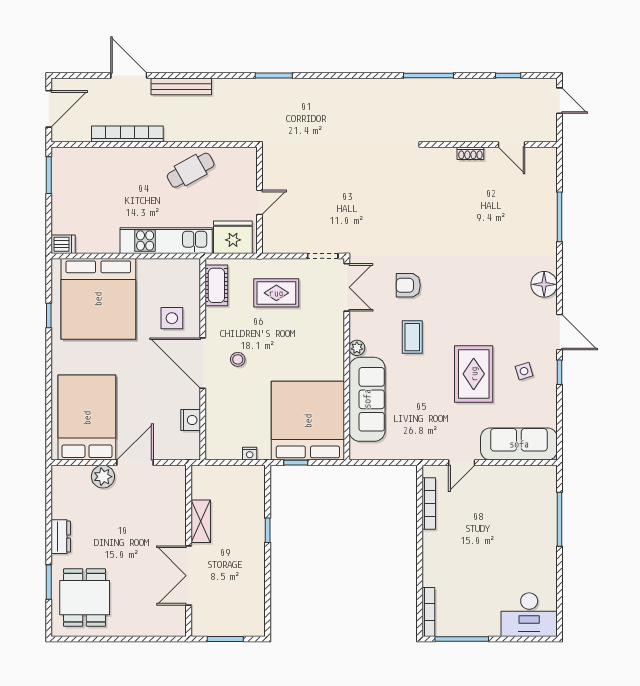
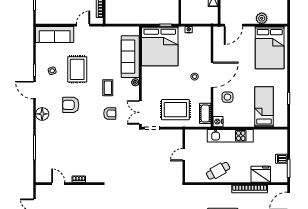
fridge: (233, 237) -> (261, 174), moved, turned 180
dishwasher: (63, 244) -> (282, 159), moved
rug: (276, 293) -> (175, 110), width x1.36, depth x1.43
bed: (98, 299) -> (264, 107), width x0.49
armchair: (487, 302) -> (71, 105), added
door: (203, 363) -> (212, 75), hinge flipped
nightstand: (191, 420) -> (218, 122), moved
door: (135, 463) -> (233, 25), moved

